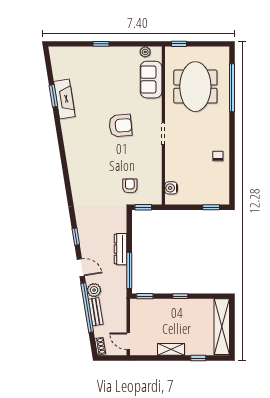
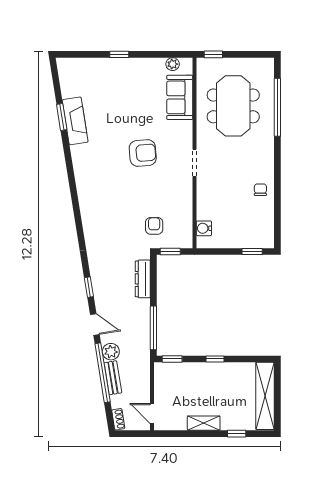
dresser: (120, 249) -> (143, 279), moved

